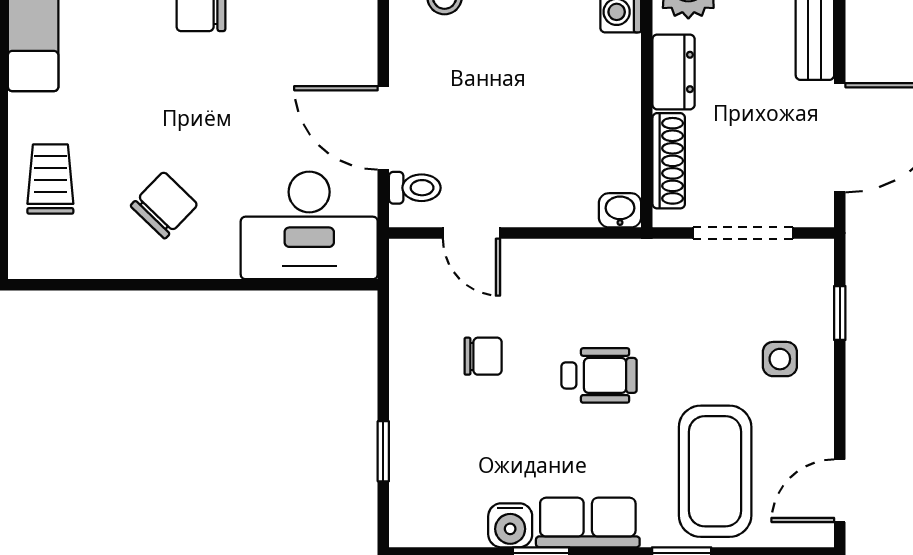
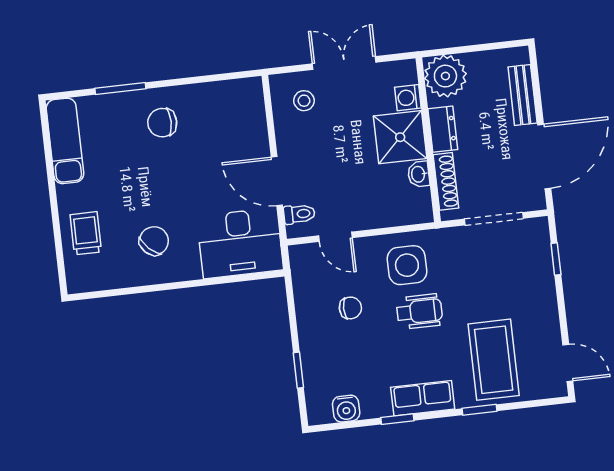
shower: (600, 77) -> (400, 137), added
washbasin: (620, 210) -> (419, 174), moved, turned -90
side table: (780, 359) -> (407, 265), moved, width x1.87, depth x1.87
door: (840, 491) -> (568, 363), swing flipped
water cooler: (510, 525) -> (346, 409), moved

